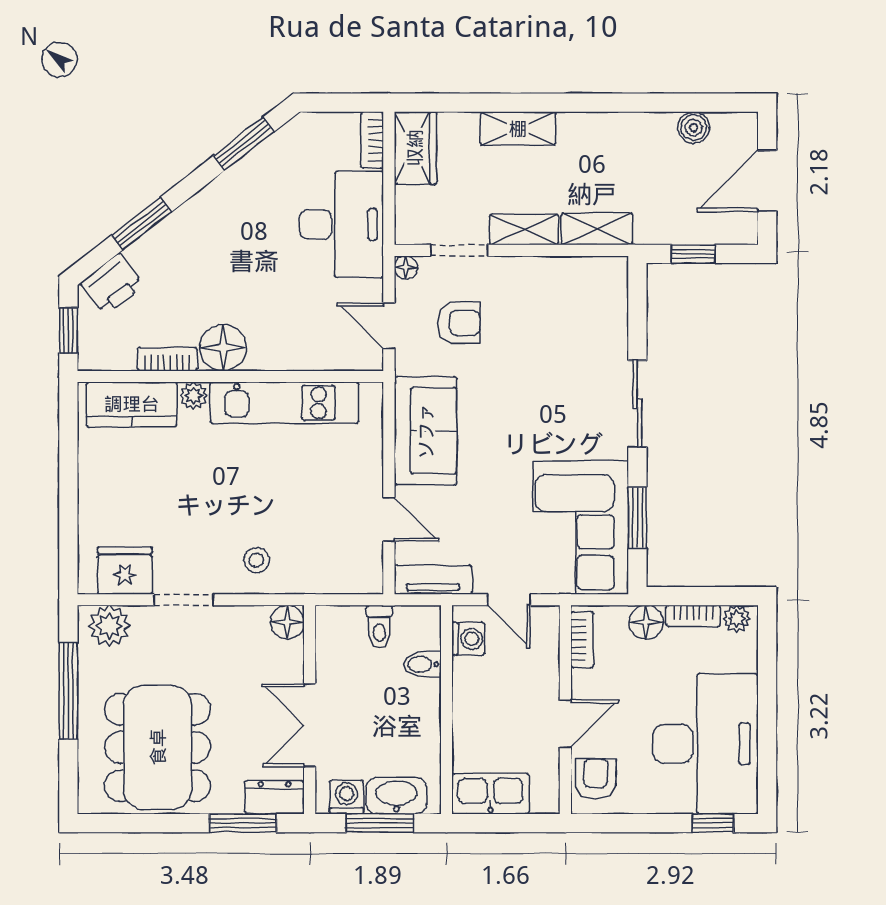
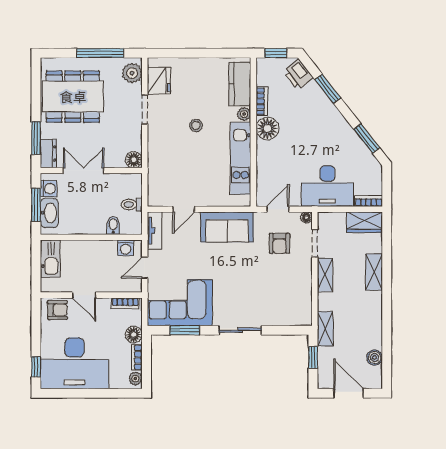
shelving: (597, 229) -> (325, 329), moved
stool: (256, 560) -> (196, 126), moved

